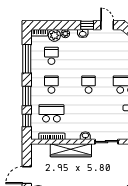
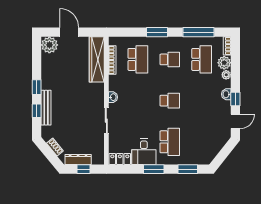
school desk: (51, 56) -> (202, 59), width x1.85
window: (27, 120) -> (130, 32), removed
wardrobe: (71, 150) -> (97, 59), moved

